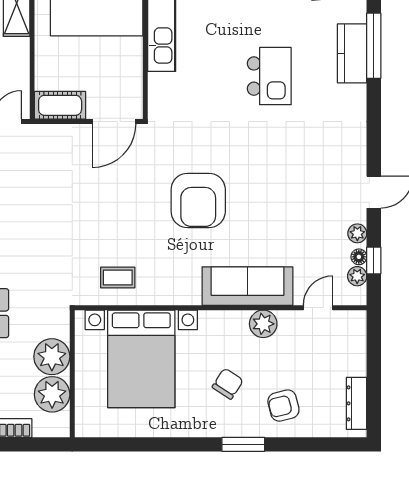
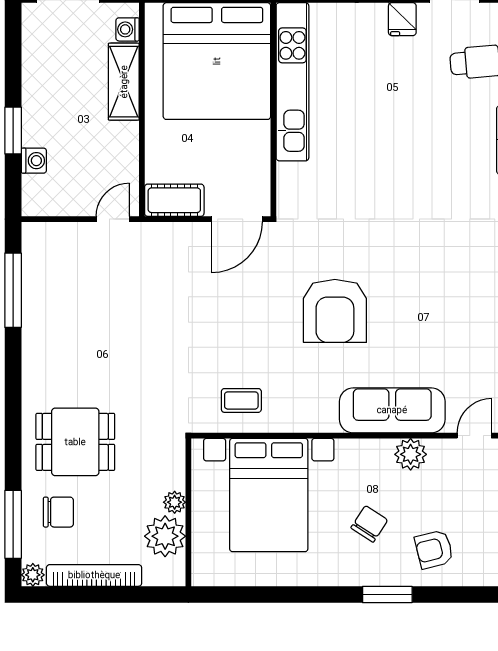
kitchen island: (269, 76) -> (418, 166), removed
plant: (52, 357) -> (175, 502), width x0.53, depth x0.53

